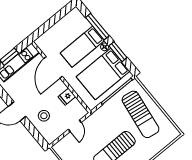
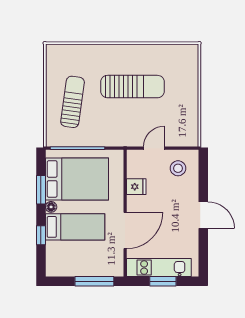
window: (47, 26) -> (94, 281), added
window: (97, 27) -> (41, 235), width x0.46
sun lounger: (140, 114) -> (73, 102), width x0.73, depth x0.75
stool: (44, 116) -> (178, 168), moved

